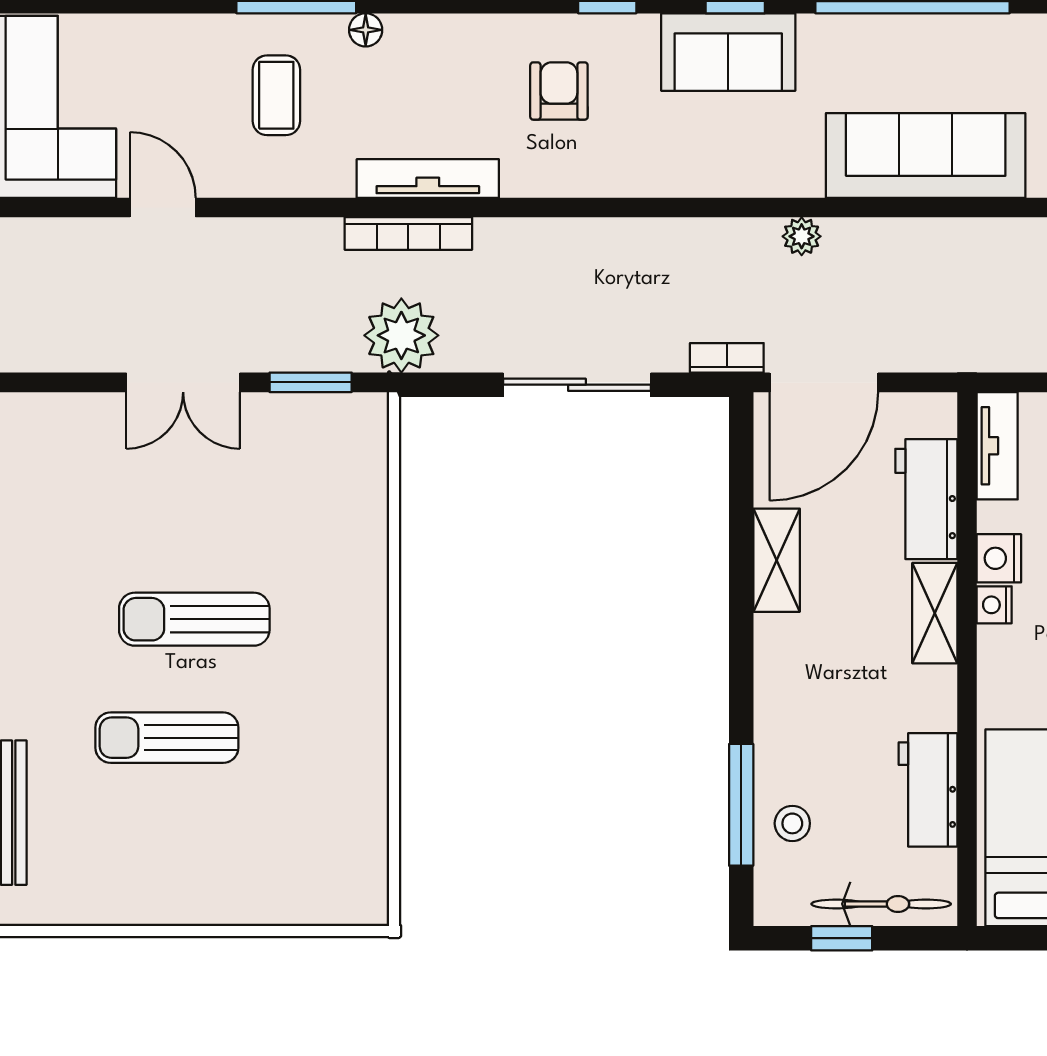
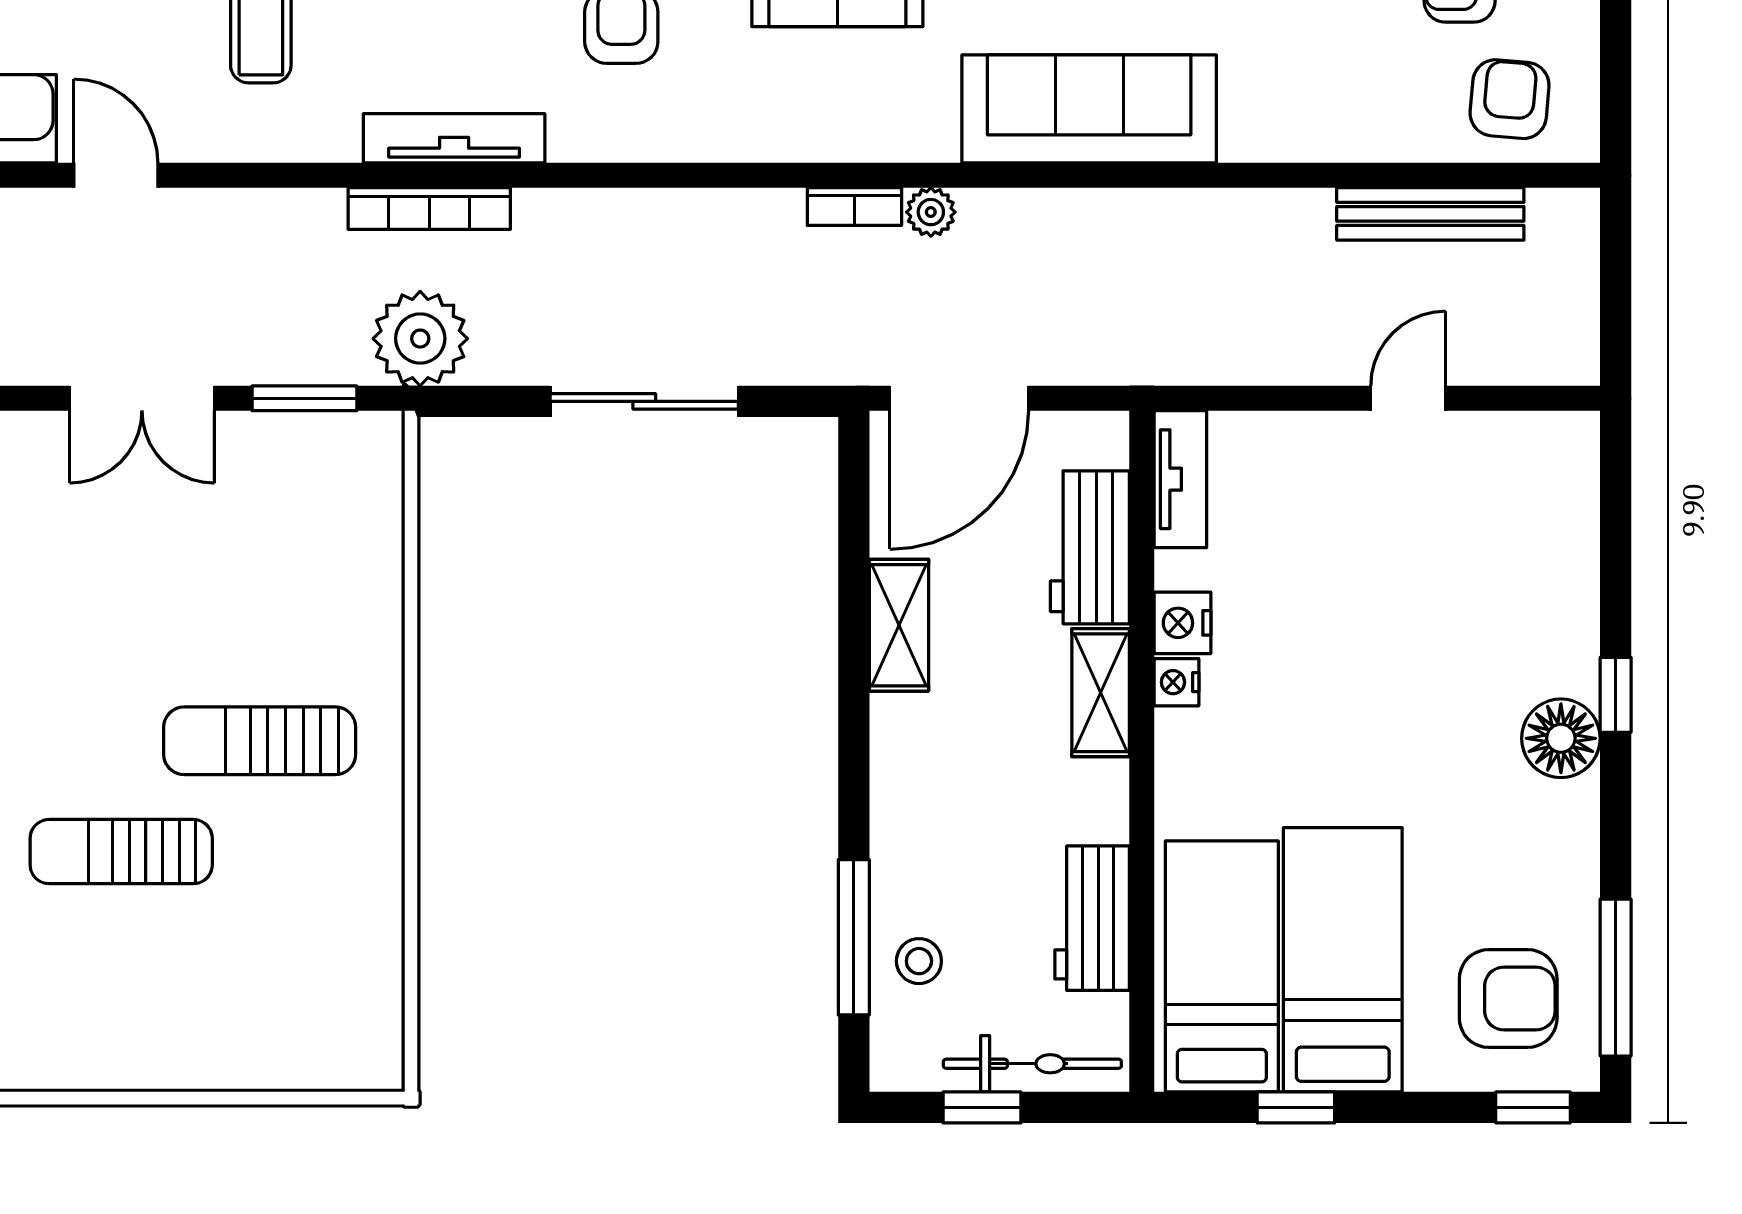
bookcase: (727, 358) -> (854, 207), moved, turned 180
sun lounger: (194, 619) -> (260, 741), moved

